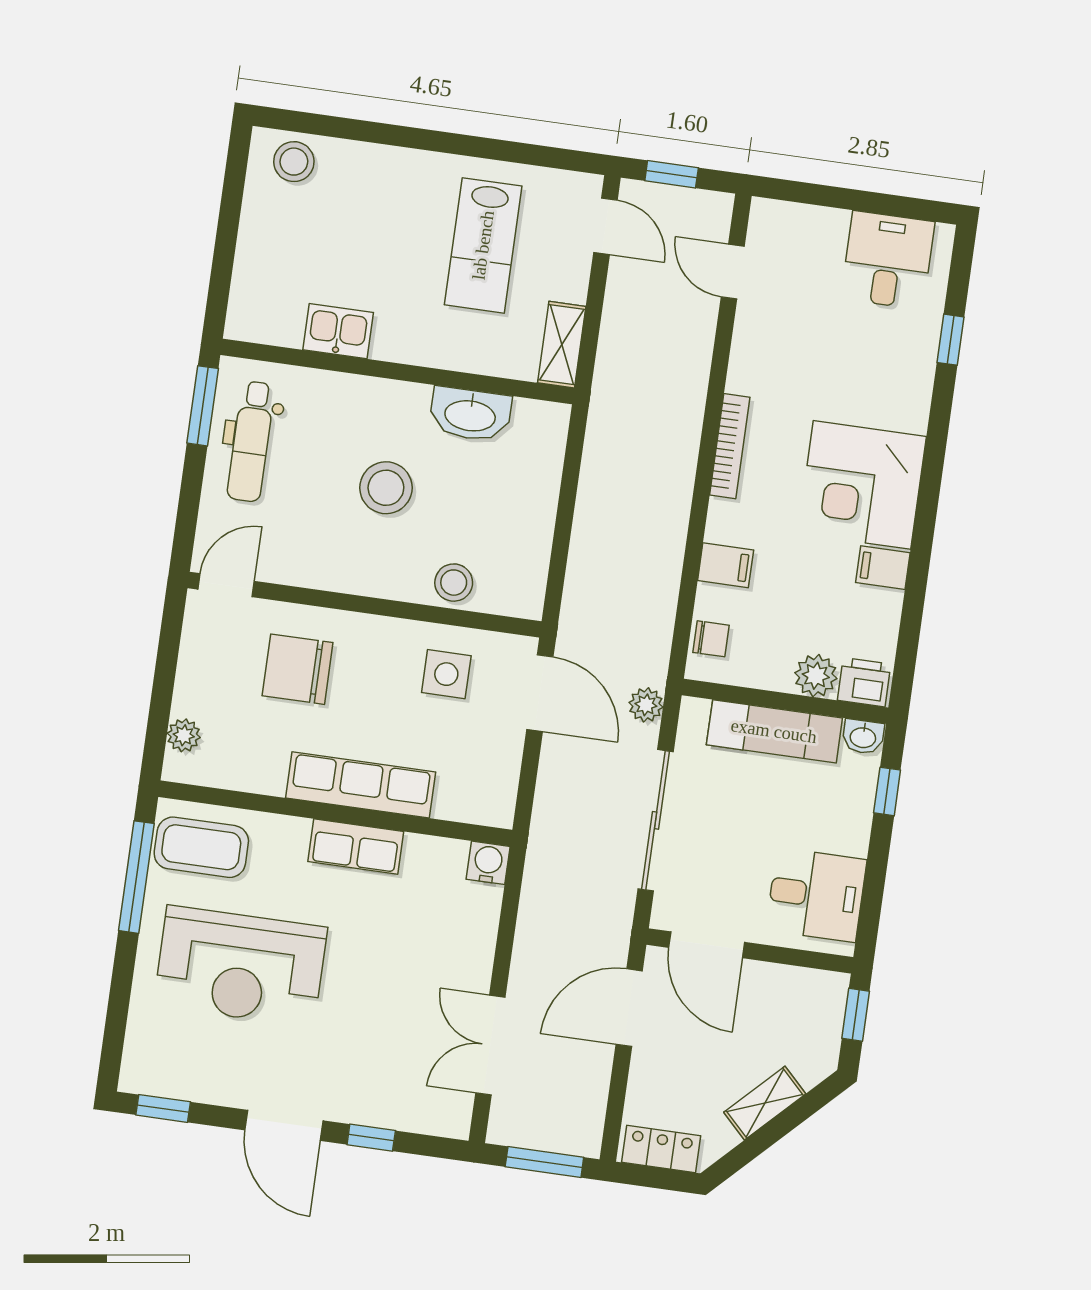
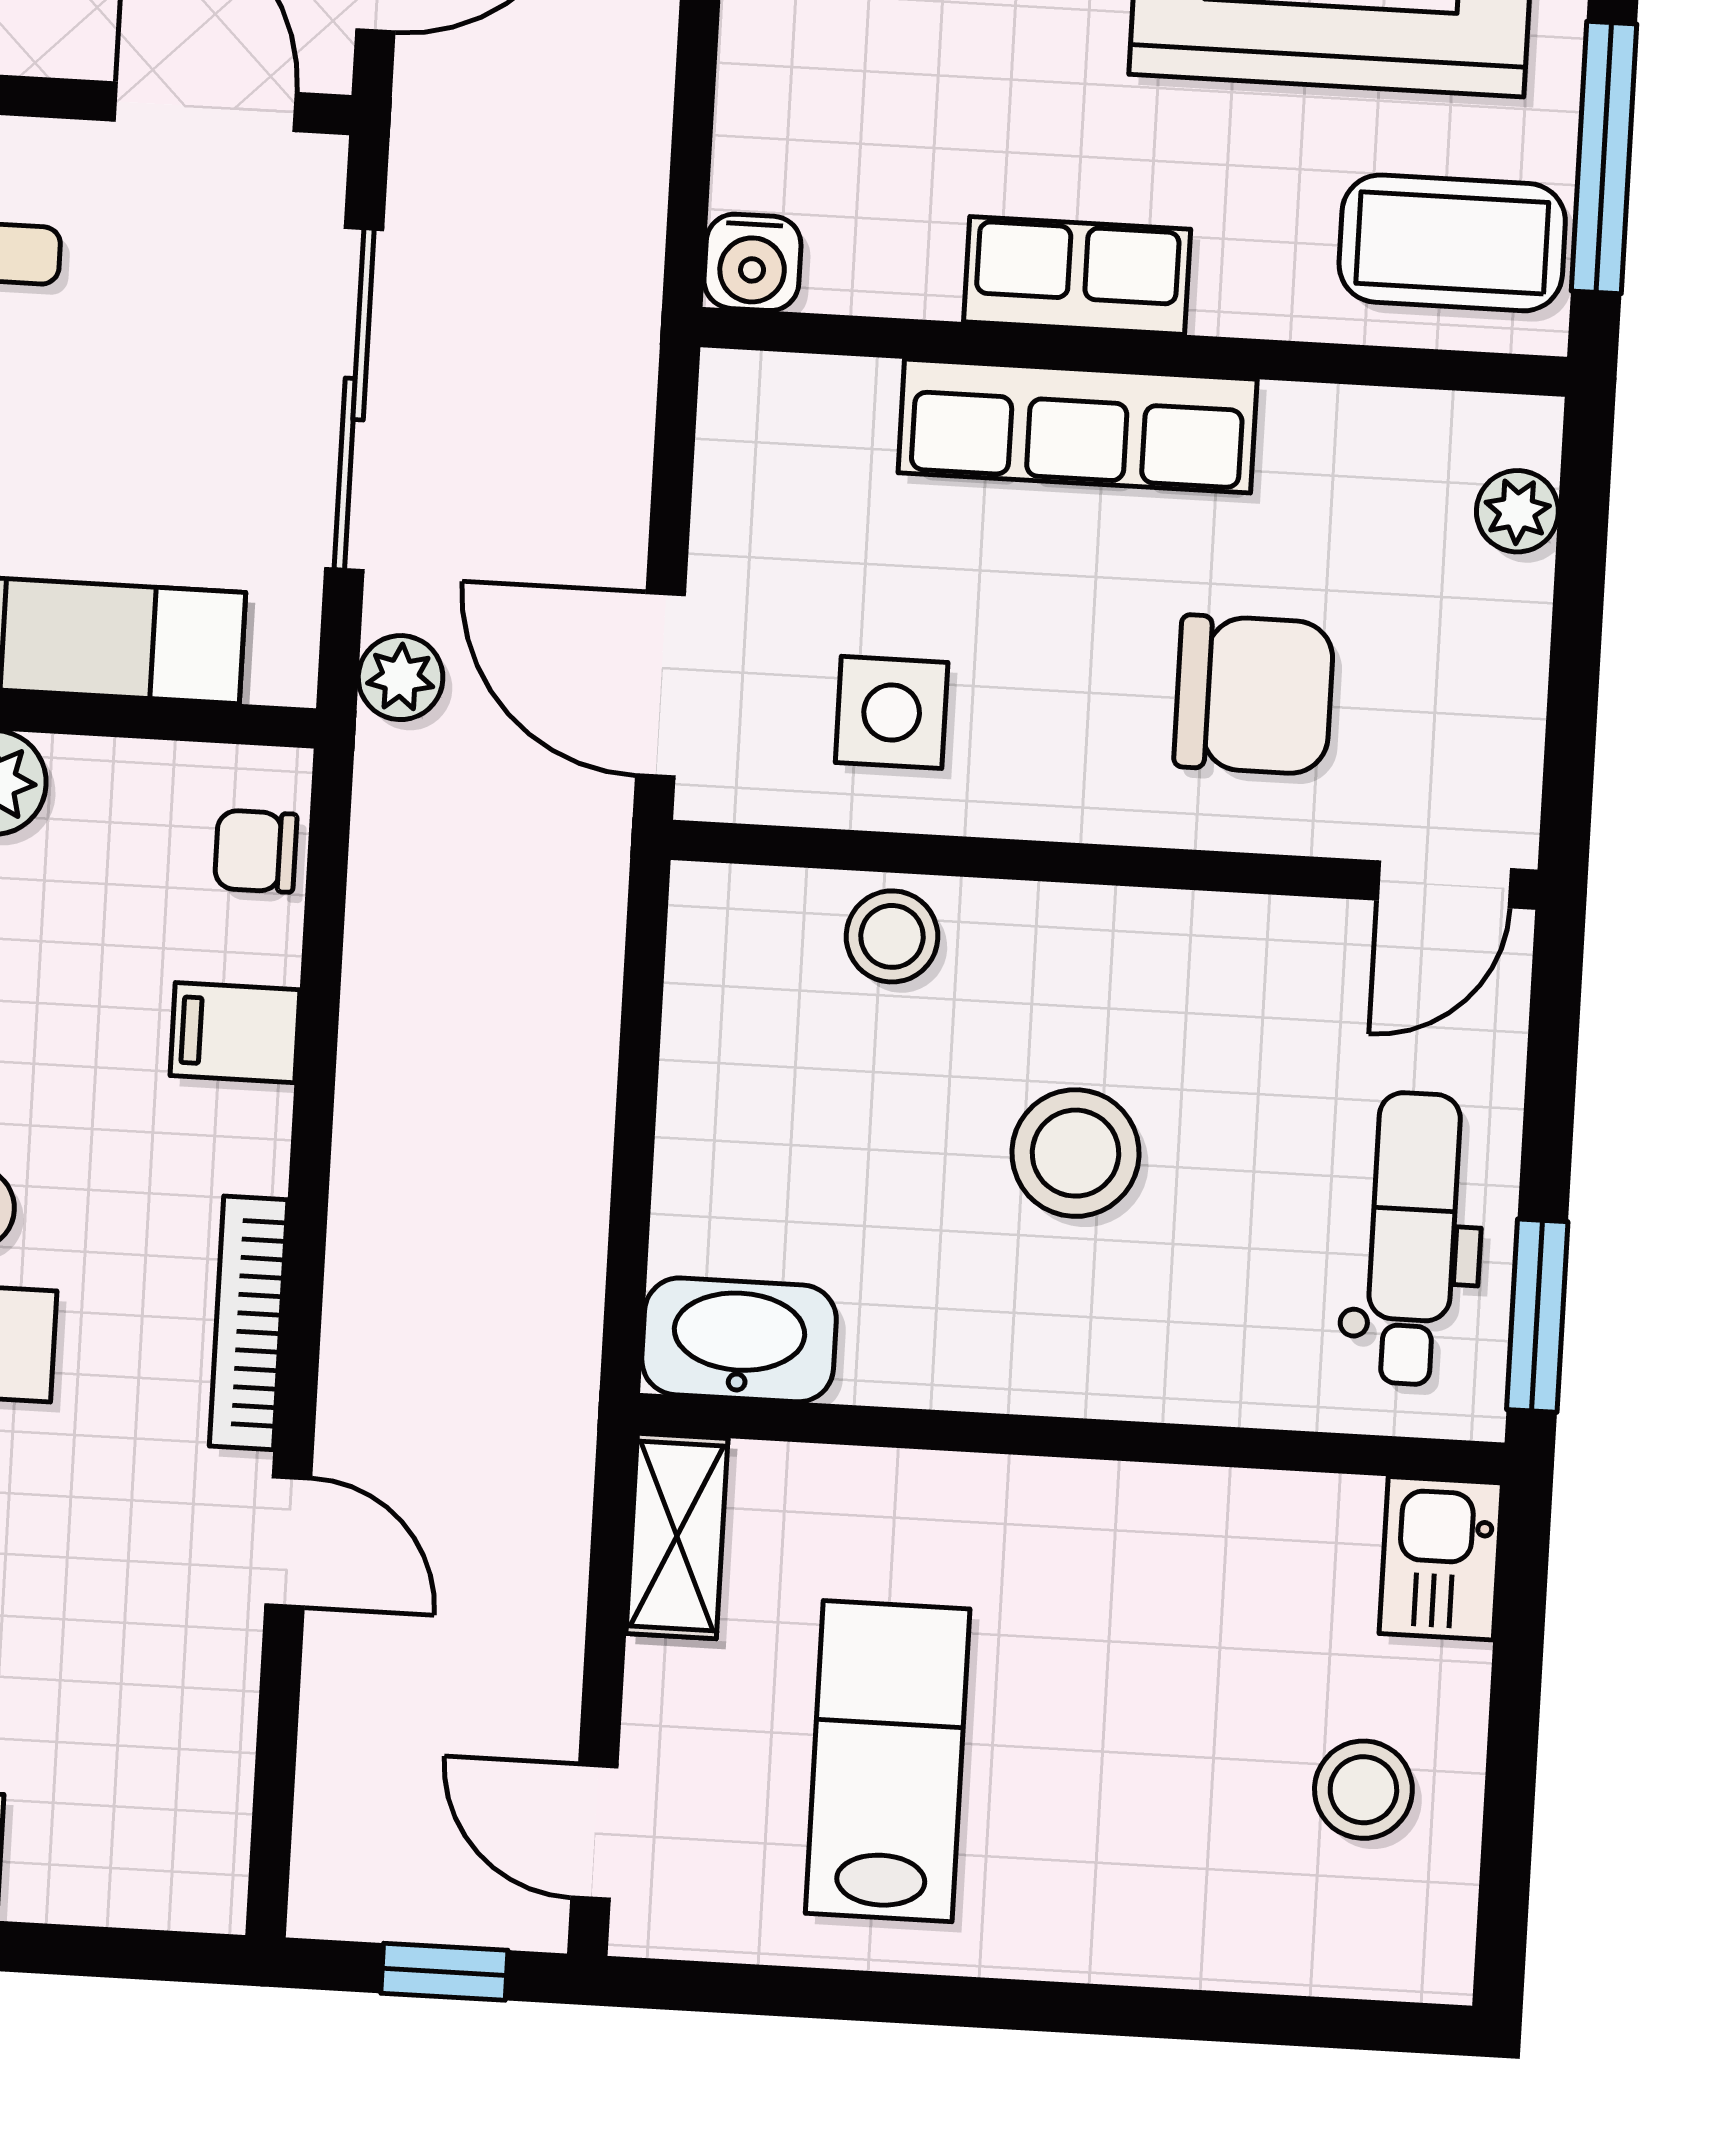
stool: (294, 162) -> (1363, 1790), moved
door: (733, 272) -> (288, 1542), moved
kitchen sink: (338, 331) -> (1441, 1558), moved, turned 90
washbasin: (470, 414) -> (739, 1340), moved

